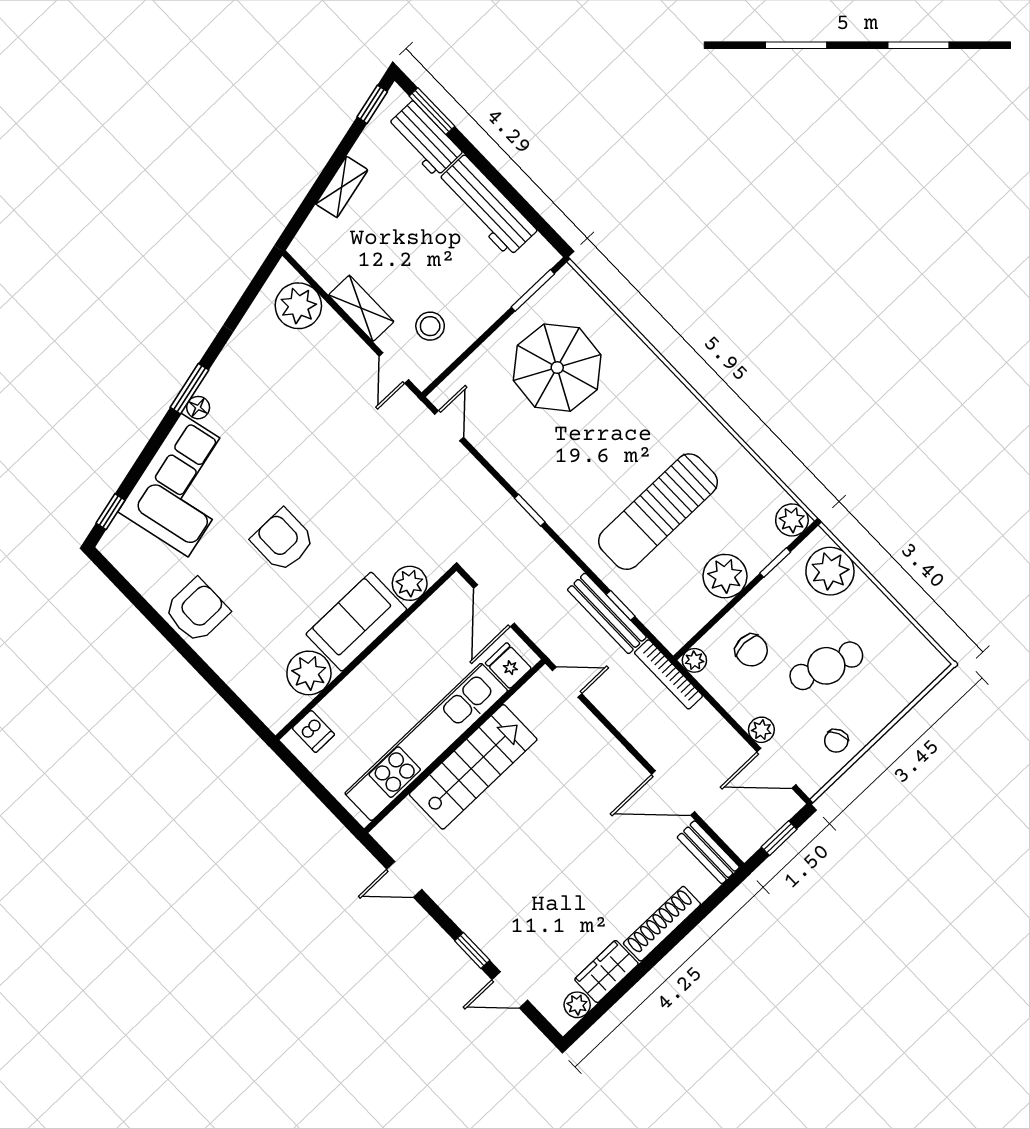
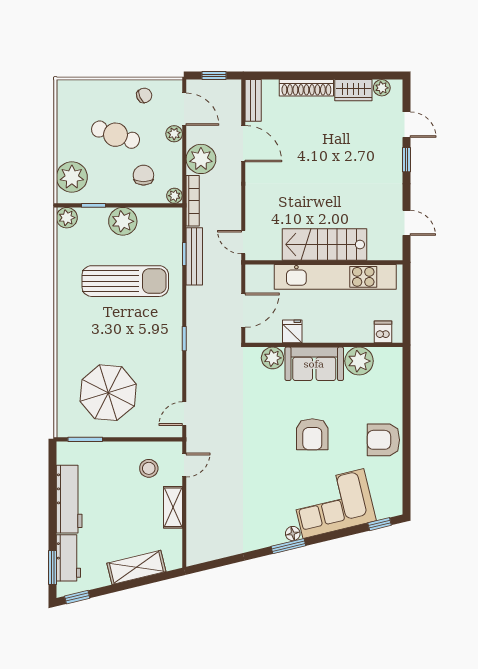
shelving: (342, 187) -> (136, 567), width x1.50, depth x1.33
plant: (298, 306) -> (201, 159), moved
fridge: (508, 666) -> (292, 331), moved, turned 180

